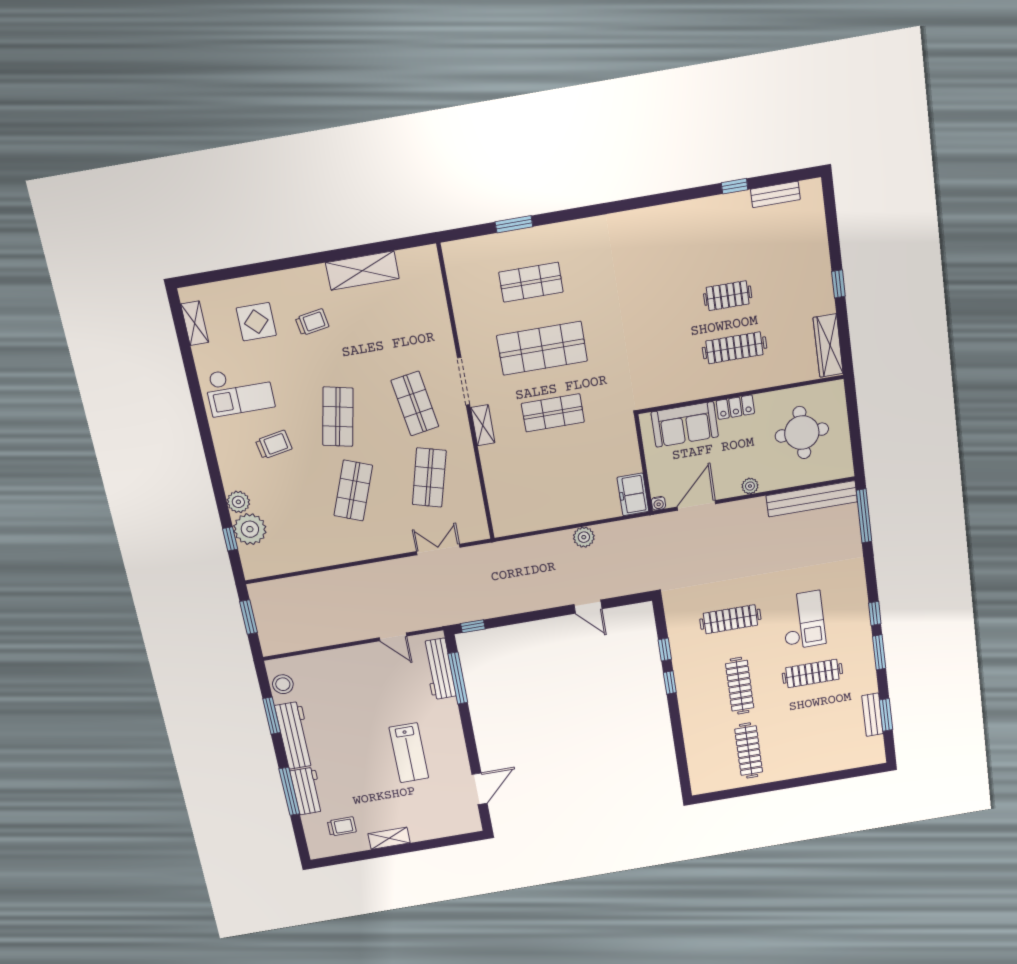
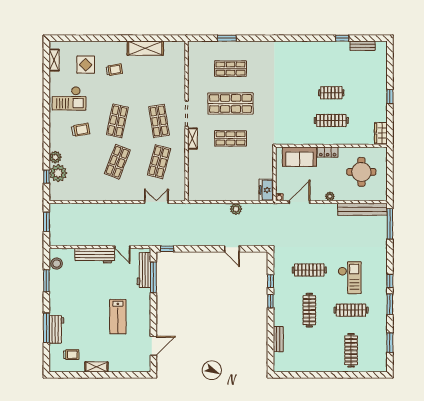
wardrobe: (828, 346) -> (381, 133), width x0.67
bench: (872, 715) -> (278, 339), moved
workbench: (295, 735) -> (95, 256), moved, turned 90
clothes rail: (749, 751) -> (351, 350), moved

